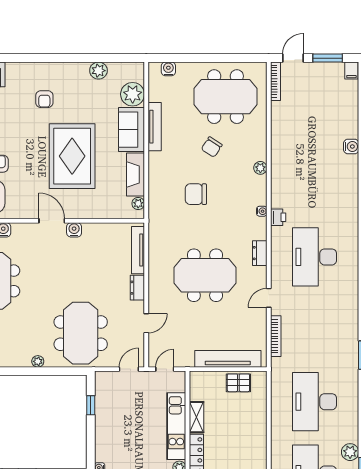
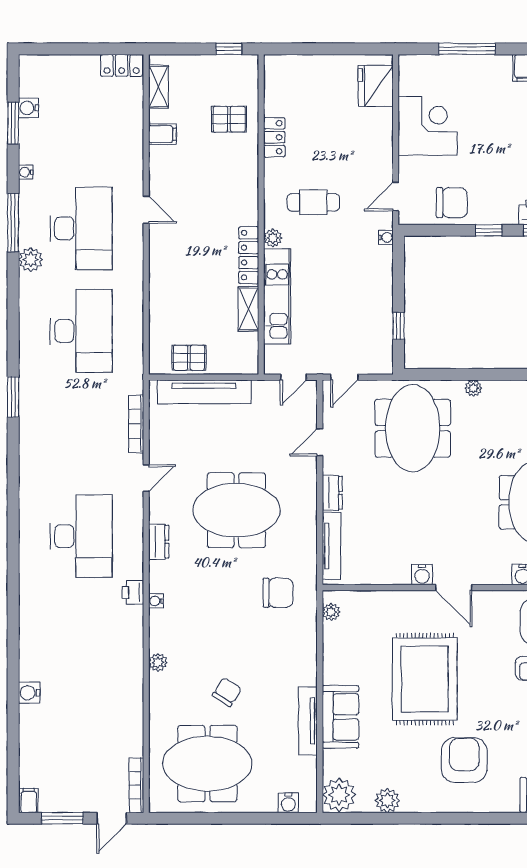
plant: (133, 94) -> (339, 795), moved
armchair: (44, 99) -> (464, 760), width x1.88, depth x1.88
fireplace: (136, 174) -> (335, 653), removed
chair: (196, 194) -> (278, 593), moved

